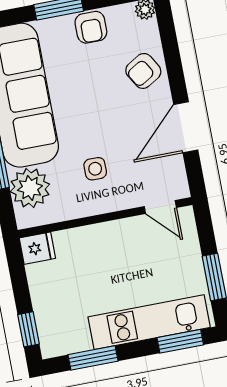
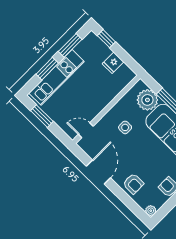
armchair: (143, 71) -> (133, 184), turned 121
fridge: (37, 248) -> (113, 63), moved
window: (180, 341) -> (47, 69), moved

